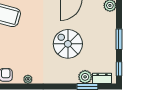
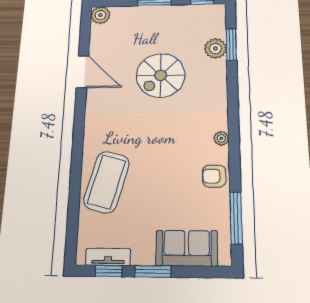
dresser: (102, 78) -> (217, 24), removed

